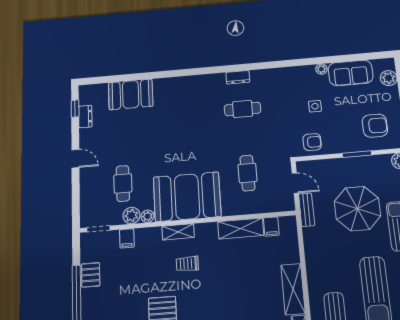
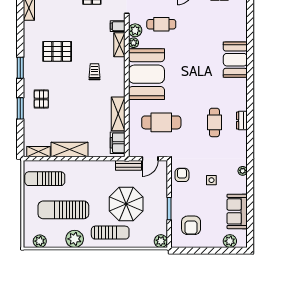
plant: (321, 69) -> (243, 171), moved
booth: (131, 94) -> (235, 60), moved
armchair: (312, 142) -> (182, 175), turned 180
cafe table: (247, 173) -> (161, 122), width x1.37, depth x1.35
filing cabinet: (271, 227) -> (118, 143), width x2.00
shelving: (178, 232) -> (119, 45), moved

